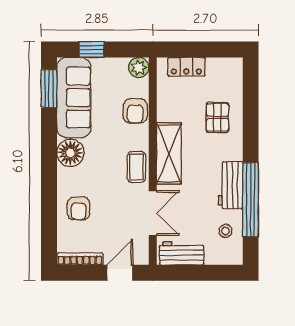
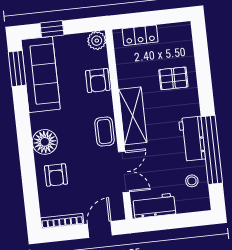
pallet: (217, 117) -> (173, 78), turned 90
floor lamp: (70, 153) -> (45, 142), moved

